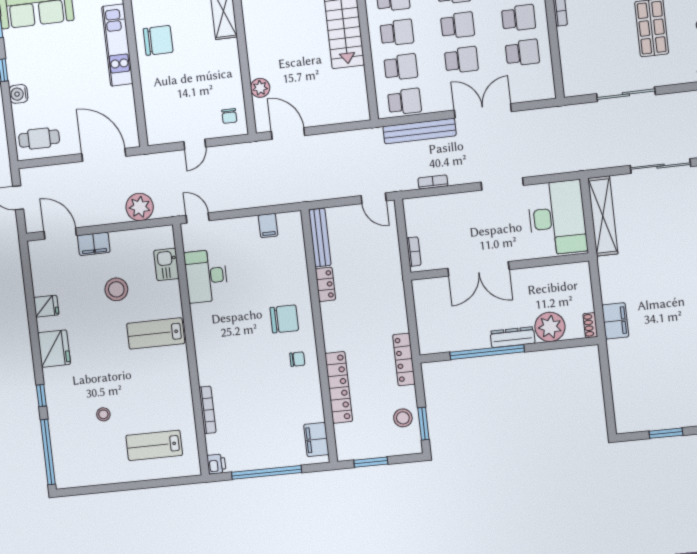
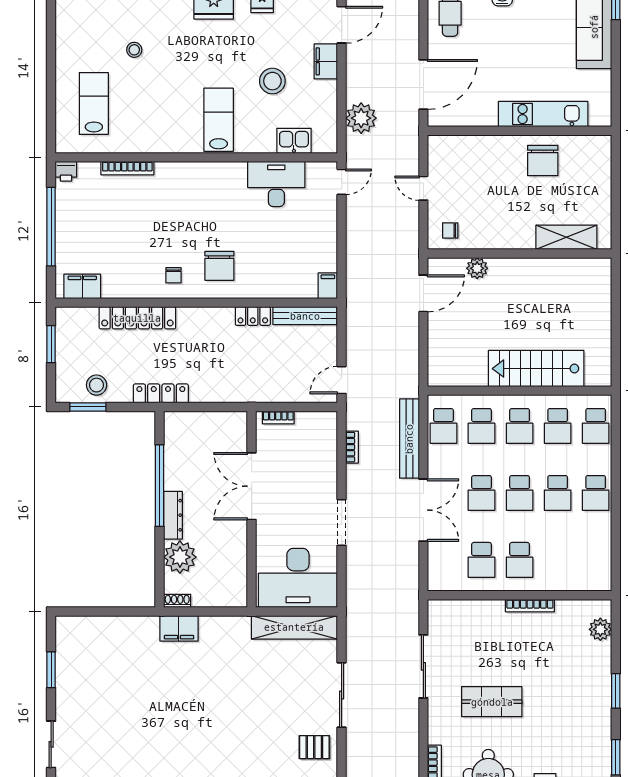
filing cabinet: (268, 225) -> (328, 286), moved, turned 90

